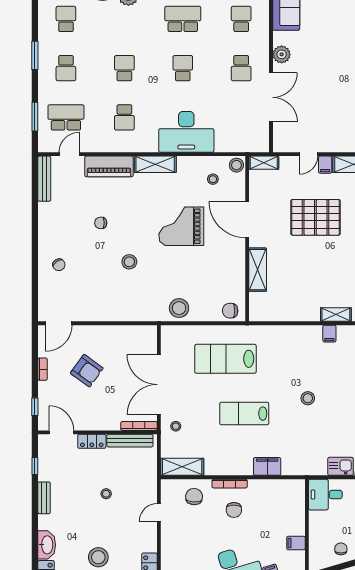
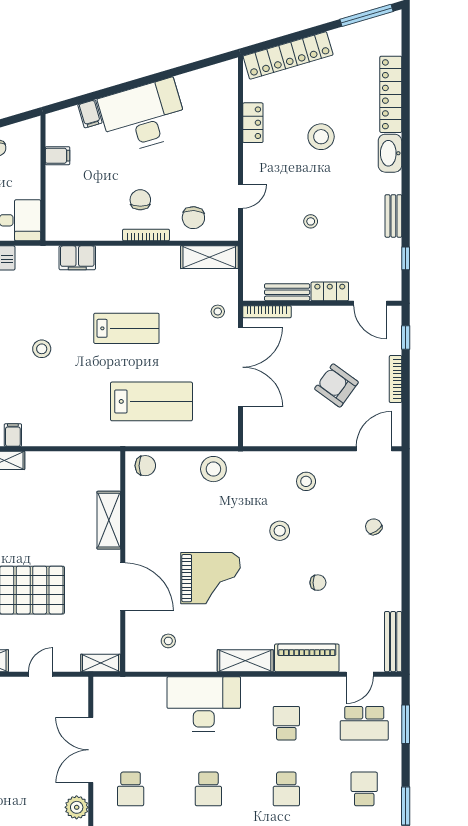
school desk: (241, 68) -> (131, 789), turned 180
stool: (236, 165) -> (306, 481), moved
filing cabinet: (325, 165) -> (19, 660), removed
bookcase: (42, 369) -> (396, 379), width x1.56
bench: (130, 441) -> (287, 292), width x0.73
filing cabinet: (267, 466) -> (77, 258), moved

